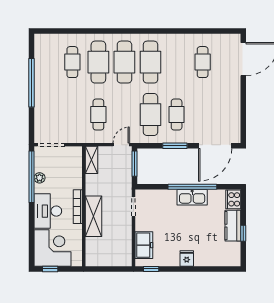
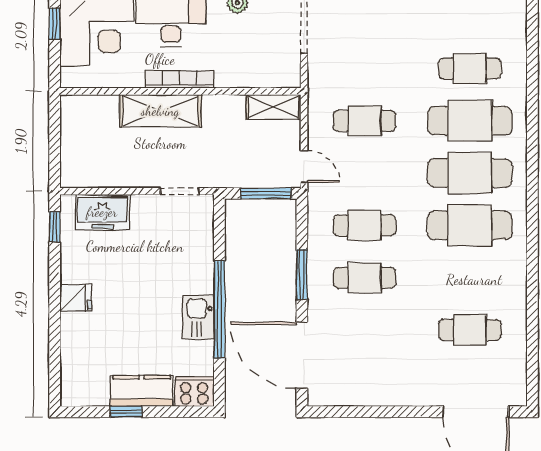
cafe table: (150, 115) -> (365, 225), width x0.73, depth x0.74
kitchen sink: (192, 197) -> (198, 317), width x0.73

